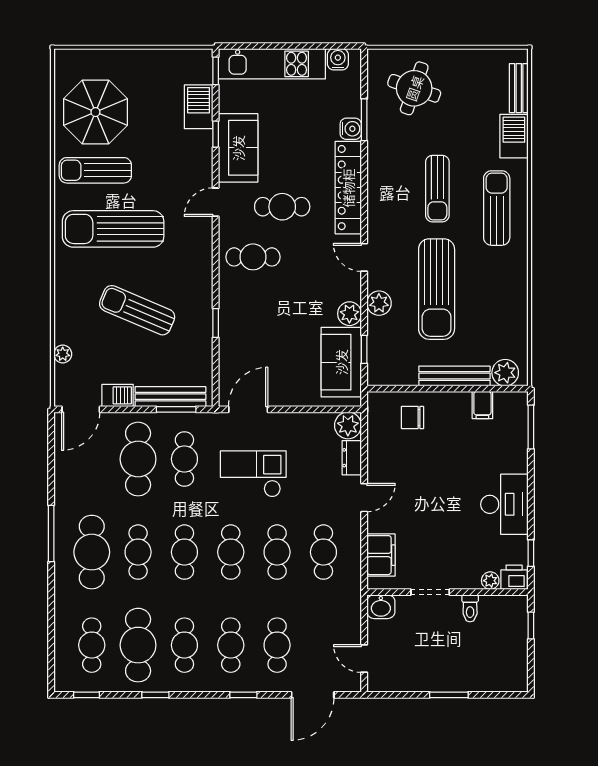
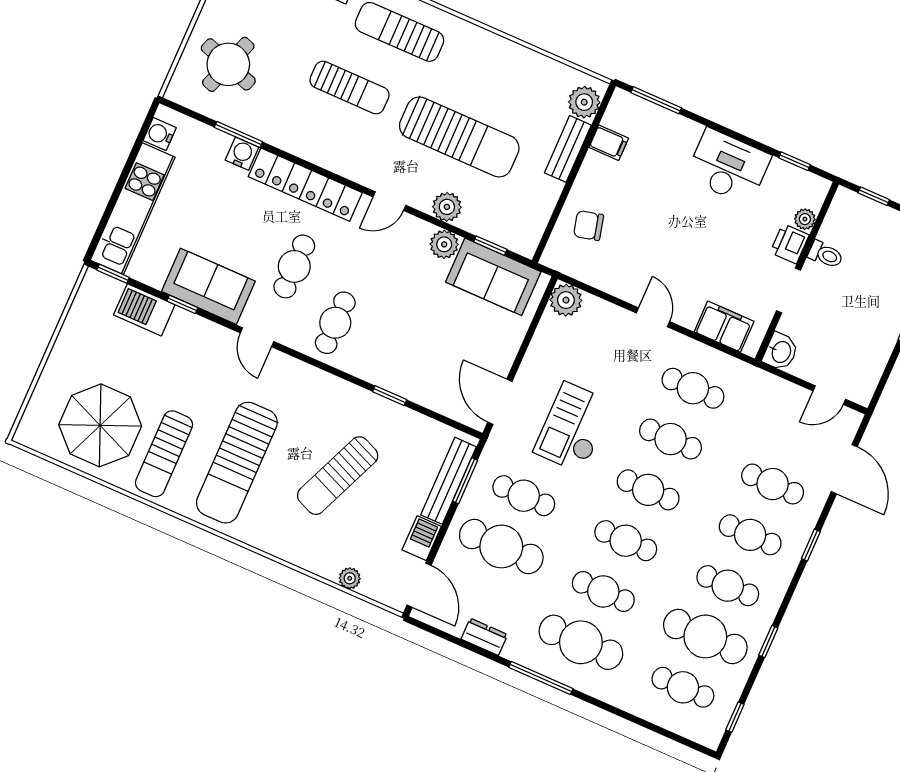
bench: (454, 376) -> (568, 149), width x0.73
chair: (412, 418) -> (588, 226), turned 76
dresser: (352, 458) -> (484, 637), moved, turned 180
printer: (514, 577) -> (790, 244), moved

